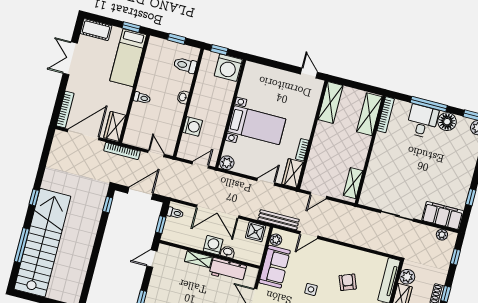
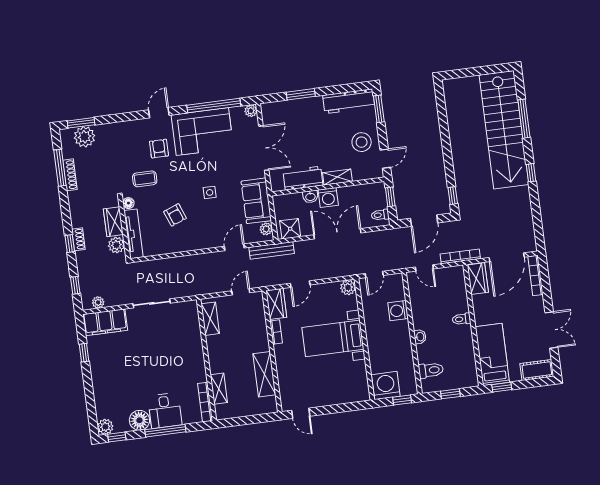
shelving: (330, 103) -> (264, 374), moved
shelving: (369, 114) -> (219, 389), width x0.67, depth x0.75
stool: (166, 280) -> (362, 142), added

